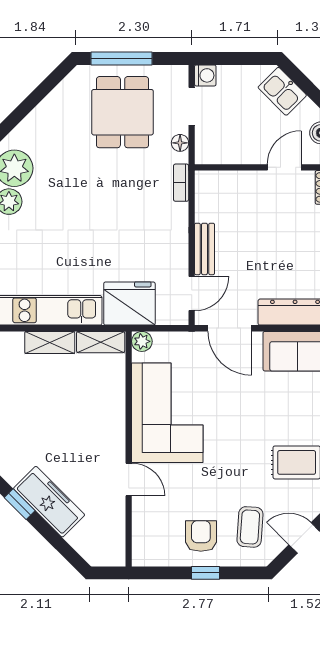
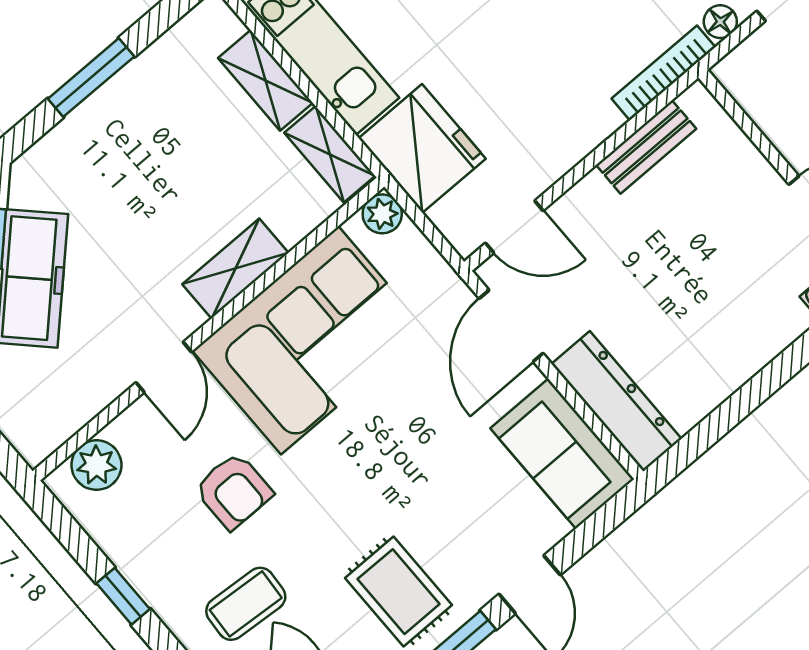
bookcase: (181, 183) -> (663, 73), width x1.56
bench: (204, 249) -> (646, 147), moved
shelving: (114, 418) -> (235, 269), added
armchair: (201, 536) -> (234, 491), moved, turned 90
plant: (145, 539) -> (96, 465), added

